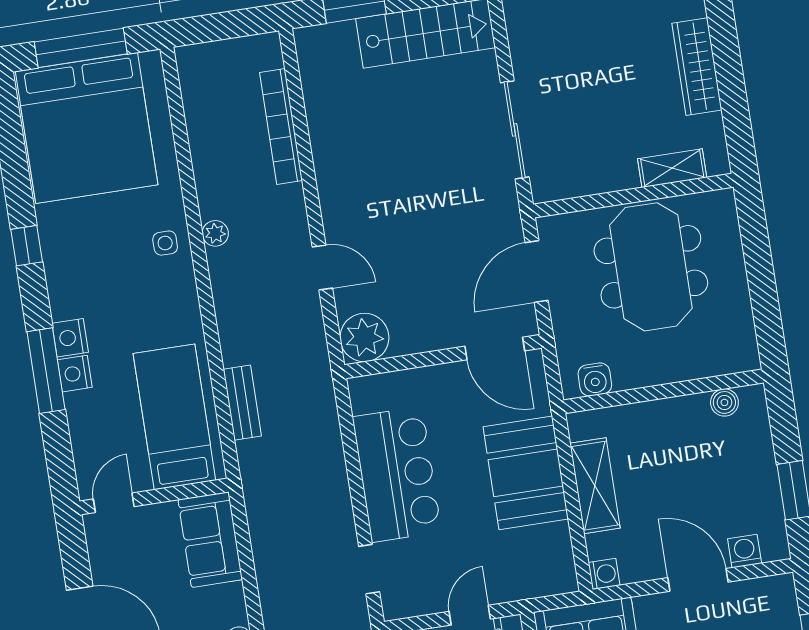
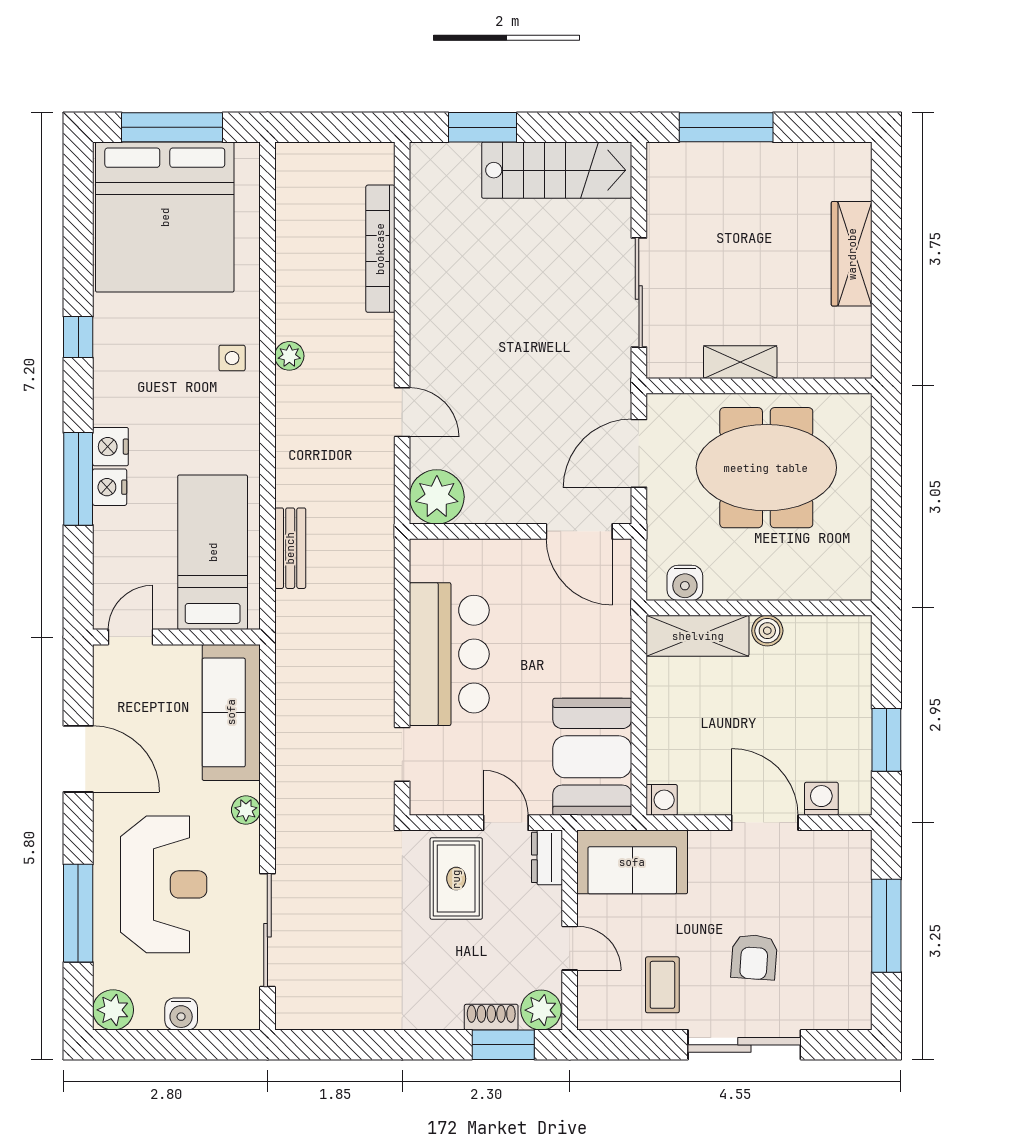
shelving: (672, 168) -> (740, 362), moved
meeting table: (651, 267) -> (766, 468), turned 90
boiler: (724, 402) -> (767, 631), moved
booth: (526, 473) -> (592, 757), moved
shelving: (595, 486) -> (698, 636), moved, turned 90
sofa: (210, 540) -> (231, 712), width x1.36
door: (470, 615) -> (506, 823), hinge flipped

